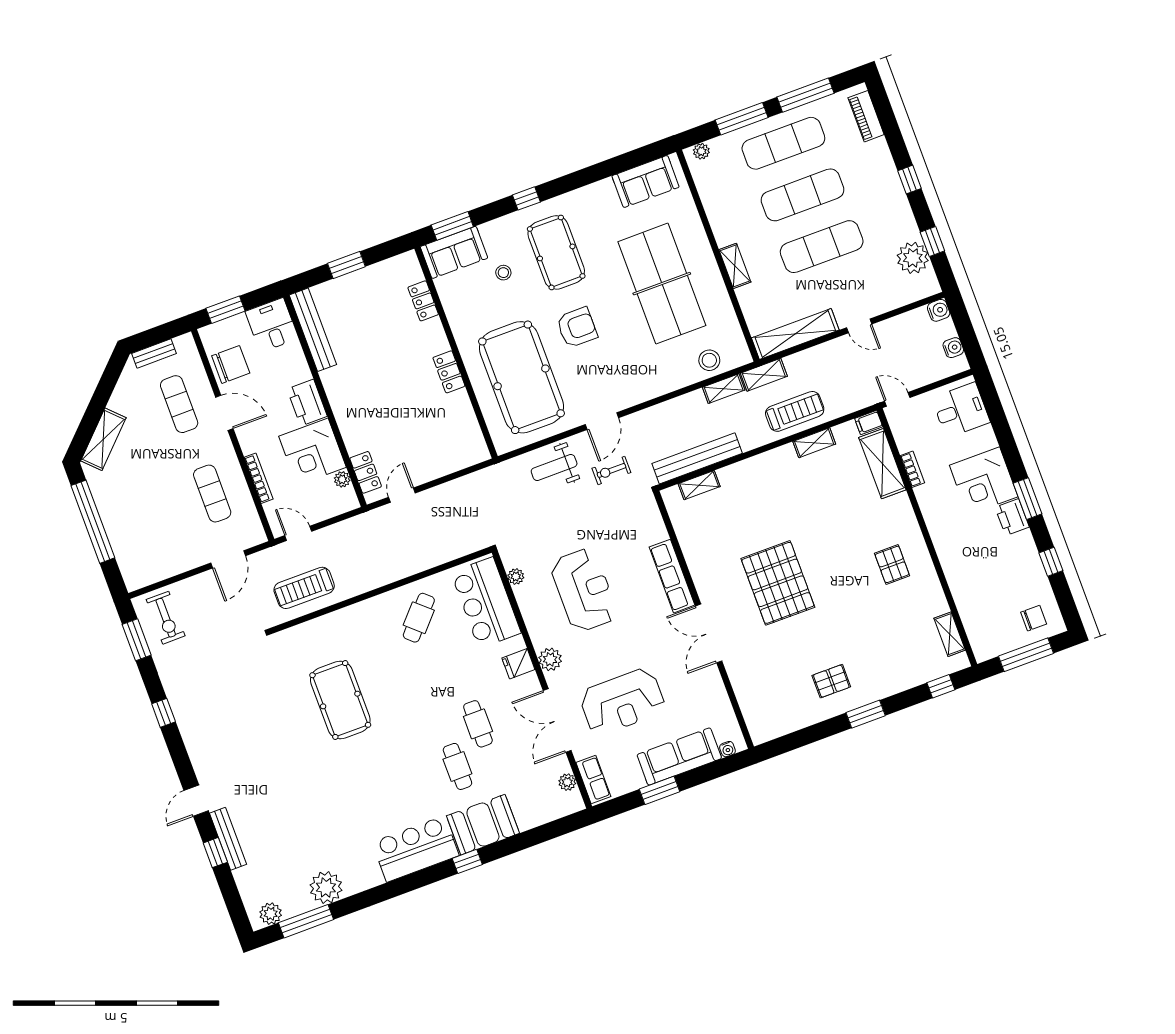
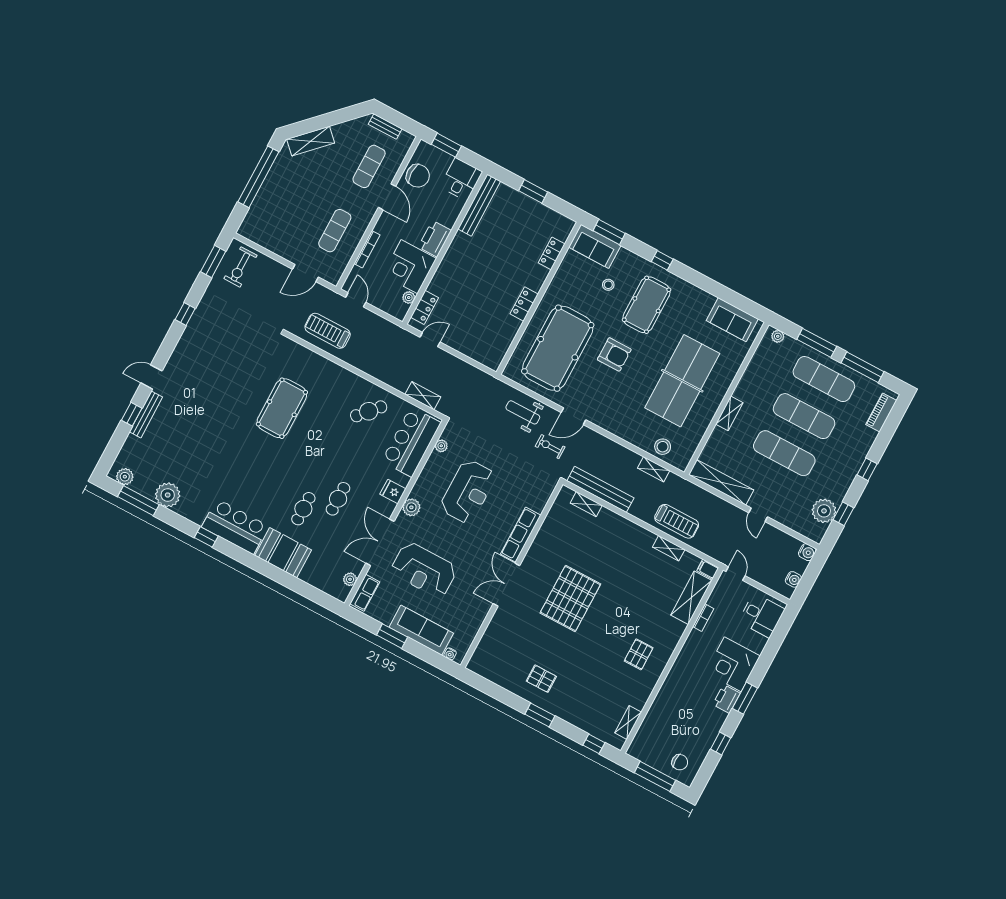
shelving: (764, 375) -> (423, 396), moved
window: (467, 861) -> (206, 537), moved

